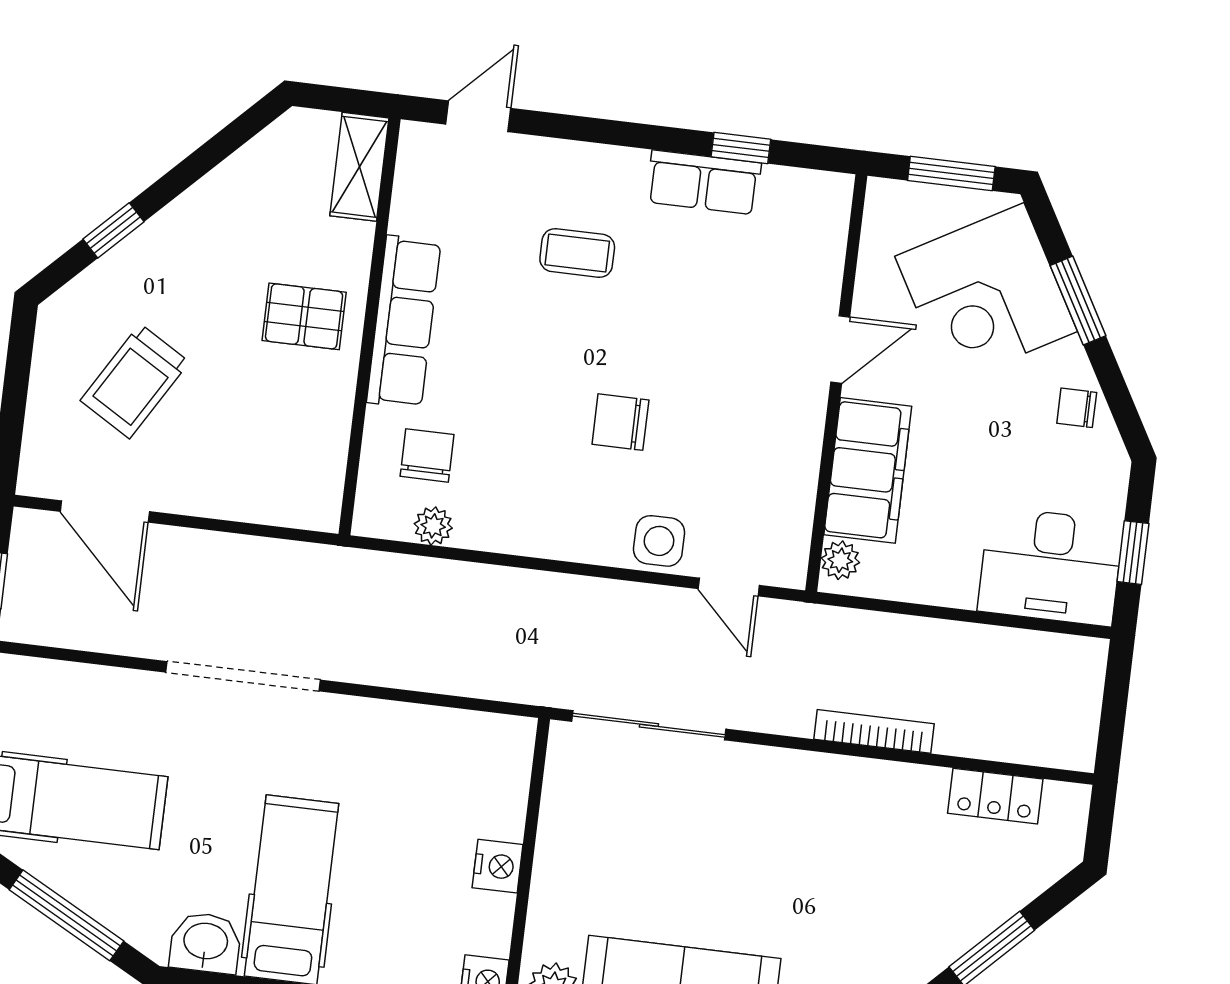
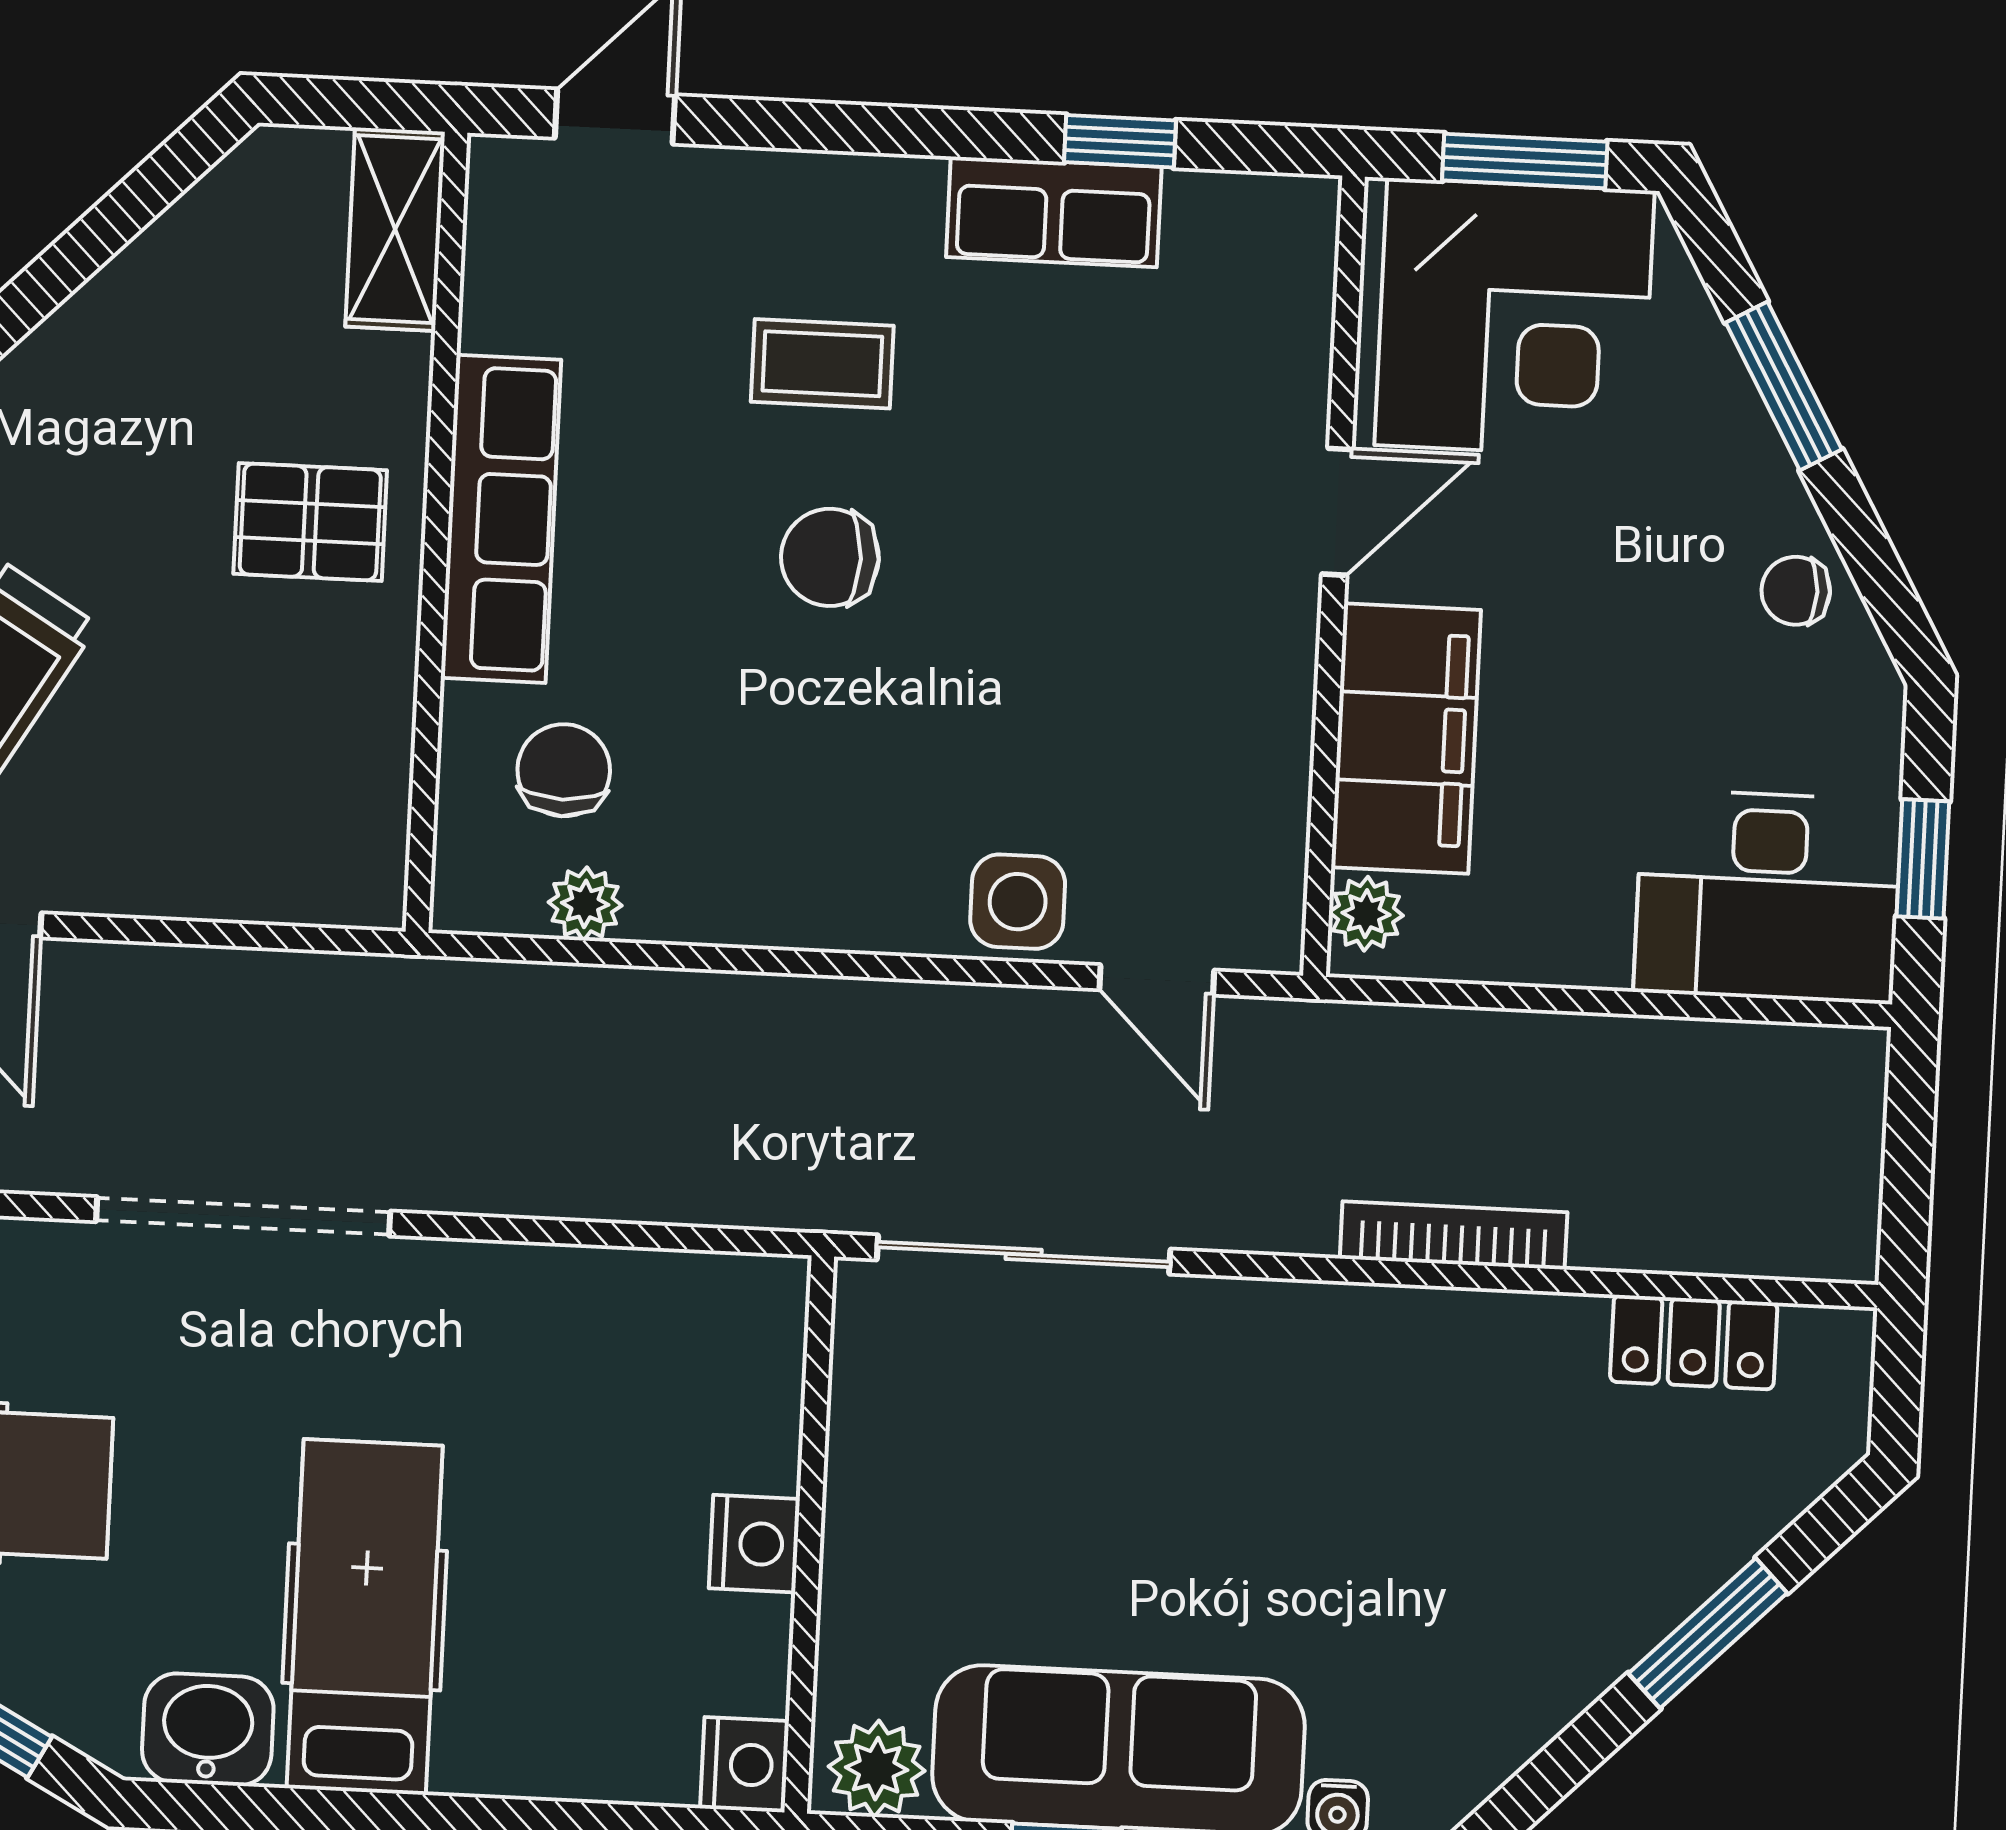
corner desk: (986, 294) -> (1514, 318), moved, turned -60
chair: (620, 422) -> (830, 557), moved

